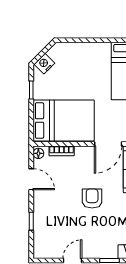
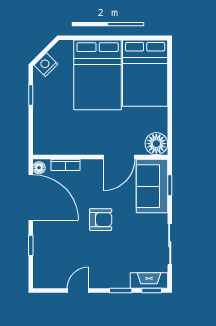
bed: (64, 120) -> (98, 75), moved, turned 90
door: (31, 179) -> (31, 197), width x1.88
armchair: (92, 199) -> (101, 220), turned 90

